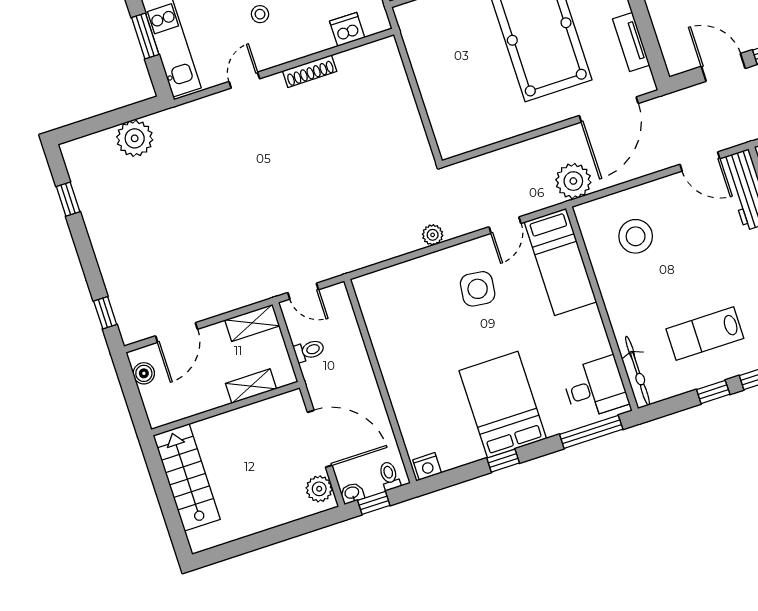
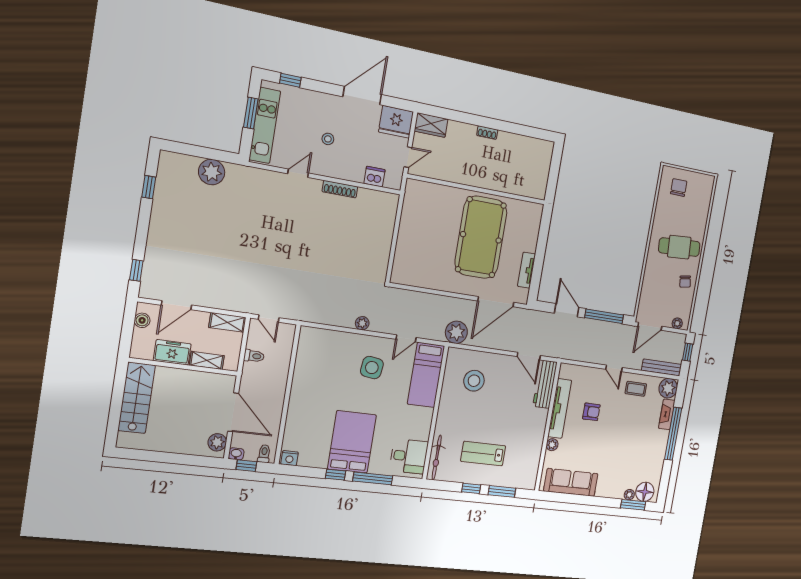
freezer: (202, 397) -> (172, 352), added
window: (591, 432) -> (373, 478), moved

